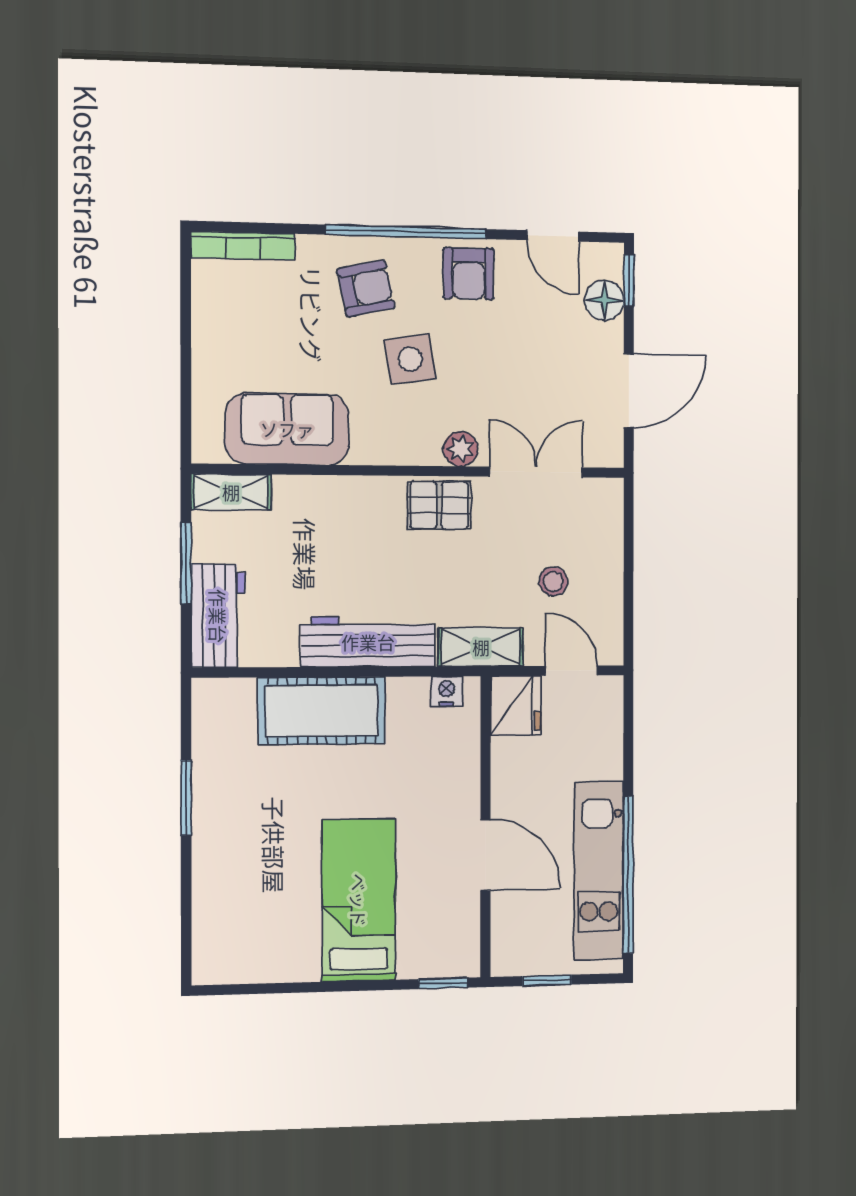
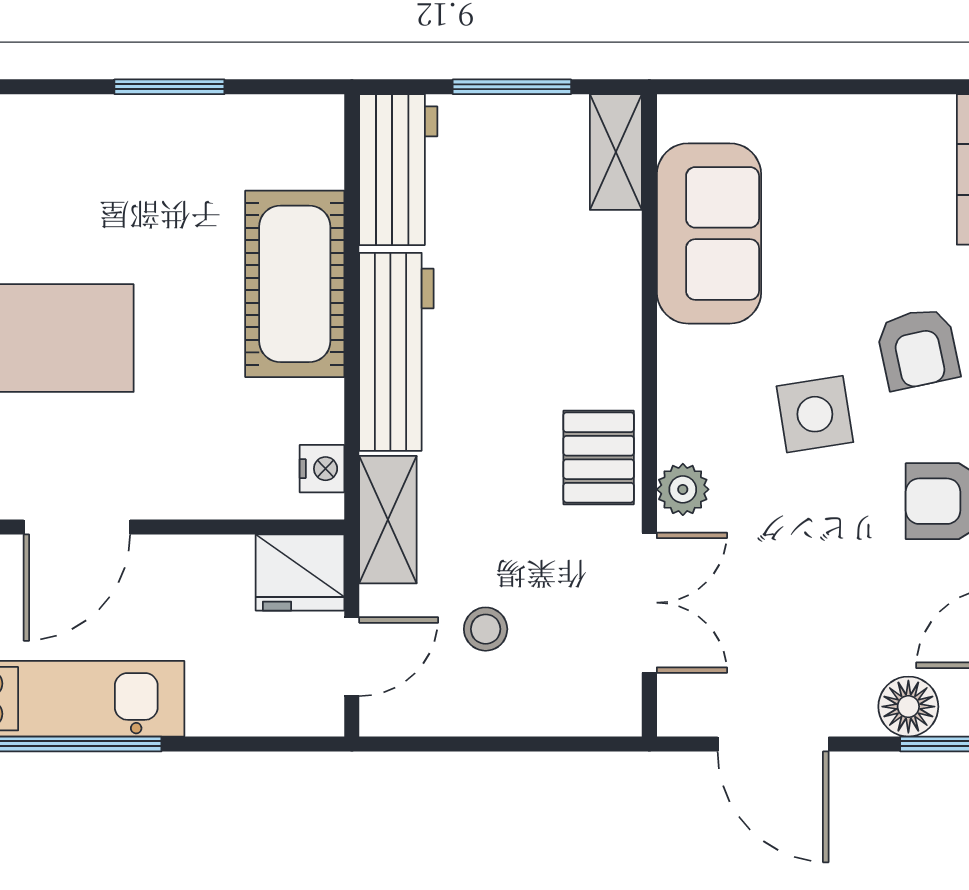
workbench: (218, 616) -> (398, 170), moved, turned -90

